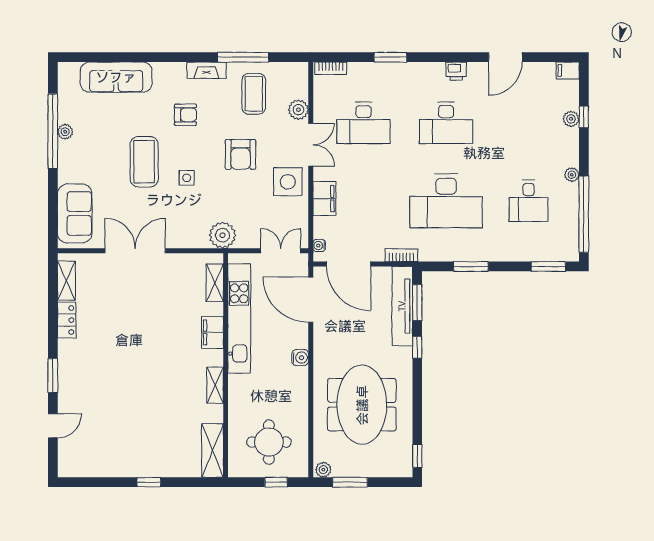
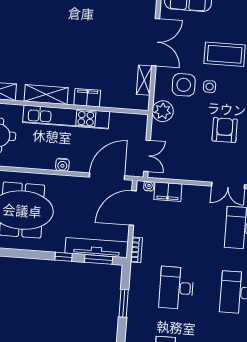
armchair: (241, 154) -> (225, 130), turned 90
side table: (288, 182) -> (184, 85), moved
filing cabinet: (324, 199) -> (168, 192), moved
desk: (446, 201) -> (176, 288), width x0.73, depth x0.77
shelving: (215, 283) -> (144, 80), moved, turned 90
kitchen unit: (239, 319) -> (66, 117), moved
shelving: (215, 385) -> (46, 94), width x1.50, depth x1.33

